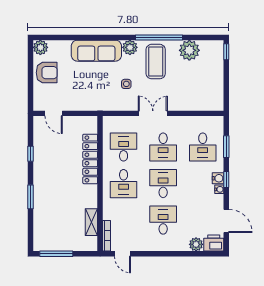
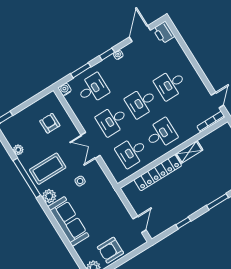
plant: (189, 50) -> (18, 150), width x0.53, depth x0.53
armchair: (47, 73) -> (110, 250), turned -90
armchair: (196, 89) -> (50, 123), added
desk: (163, 147) -> (112, 120), turned 180
water cooler: (218, 178) -> (65, 89), moved
shelving: (91, 222) -> (189, 152), moved
plant: (196, 244) -> (174, 46), removed

